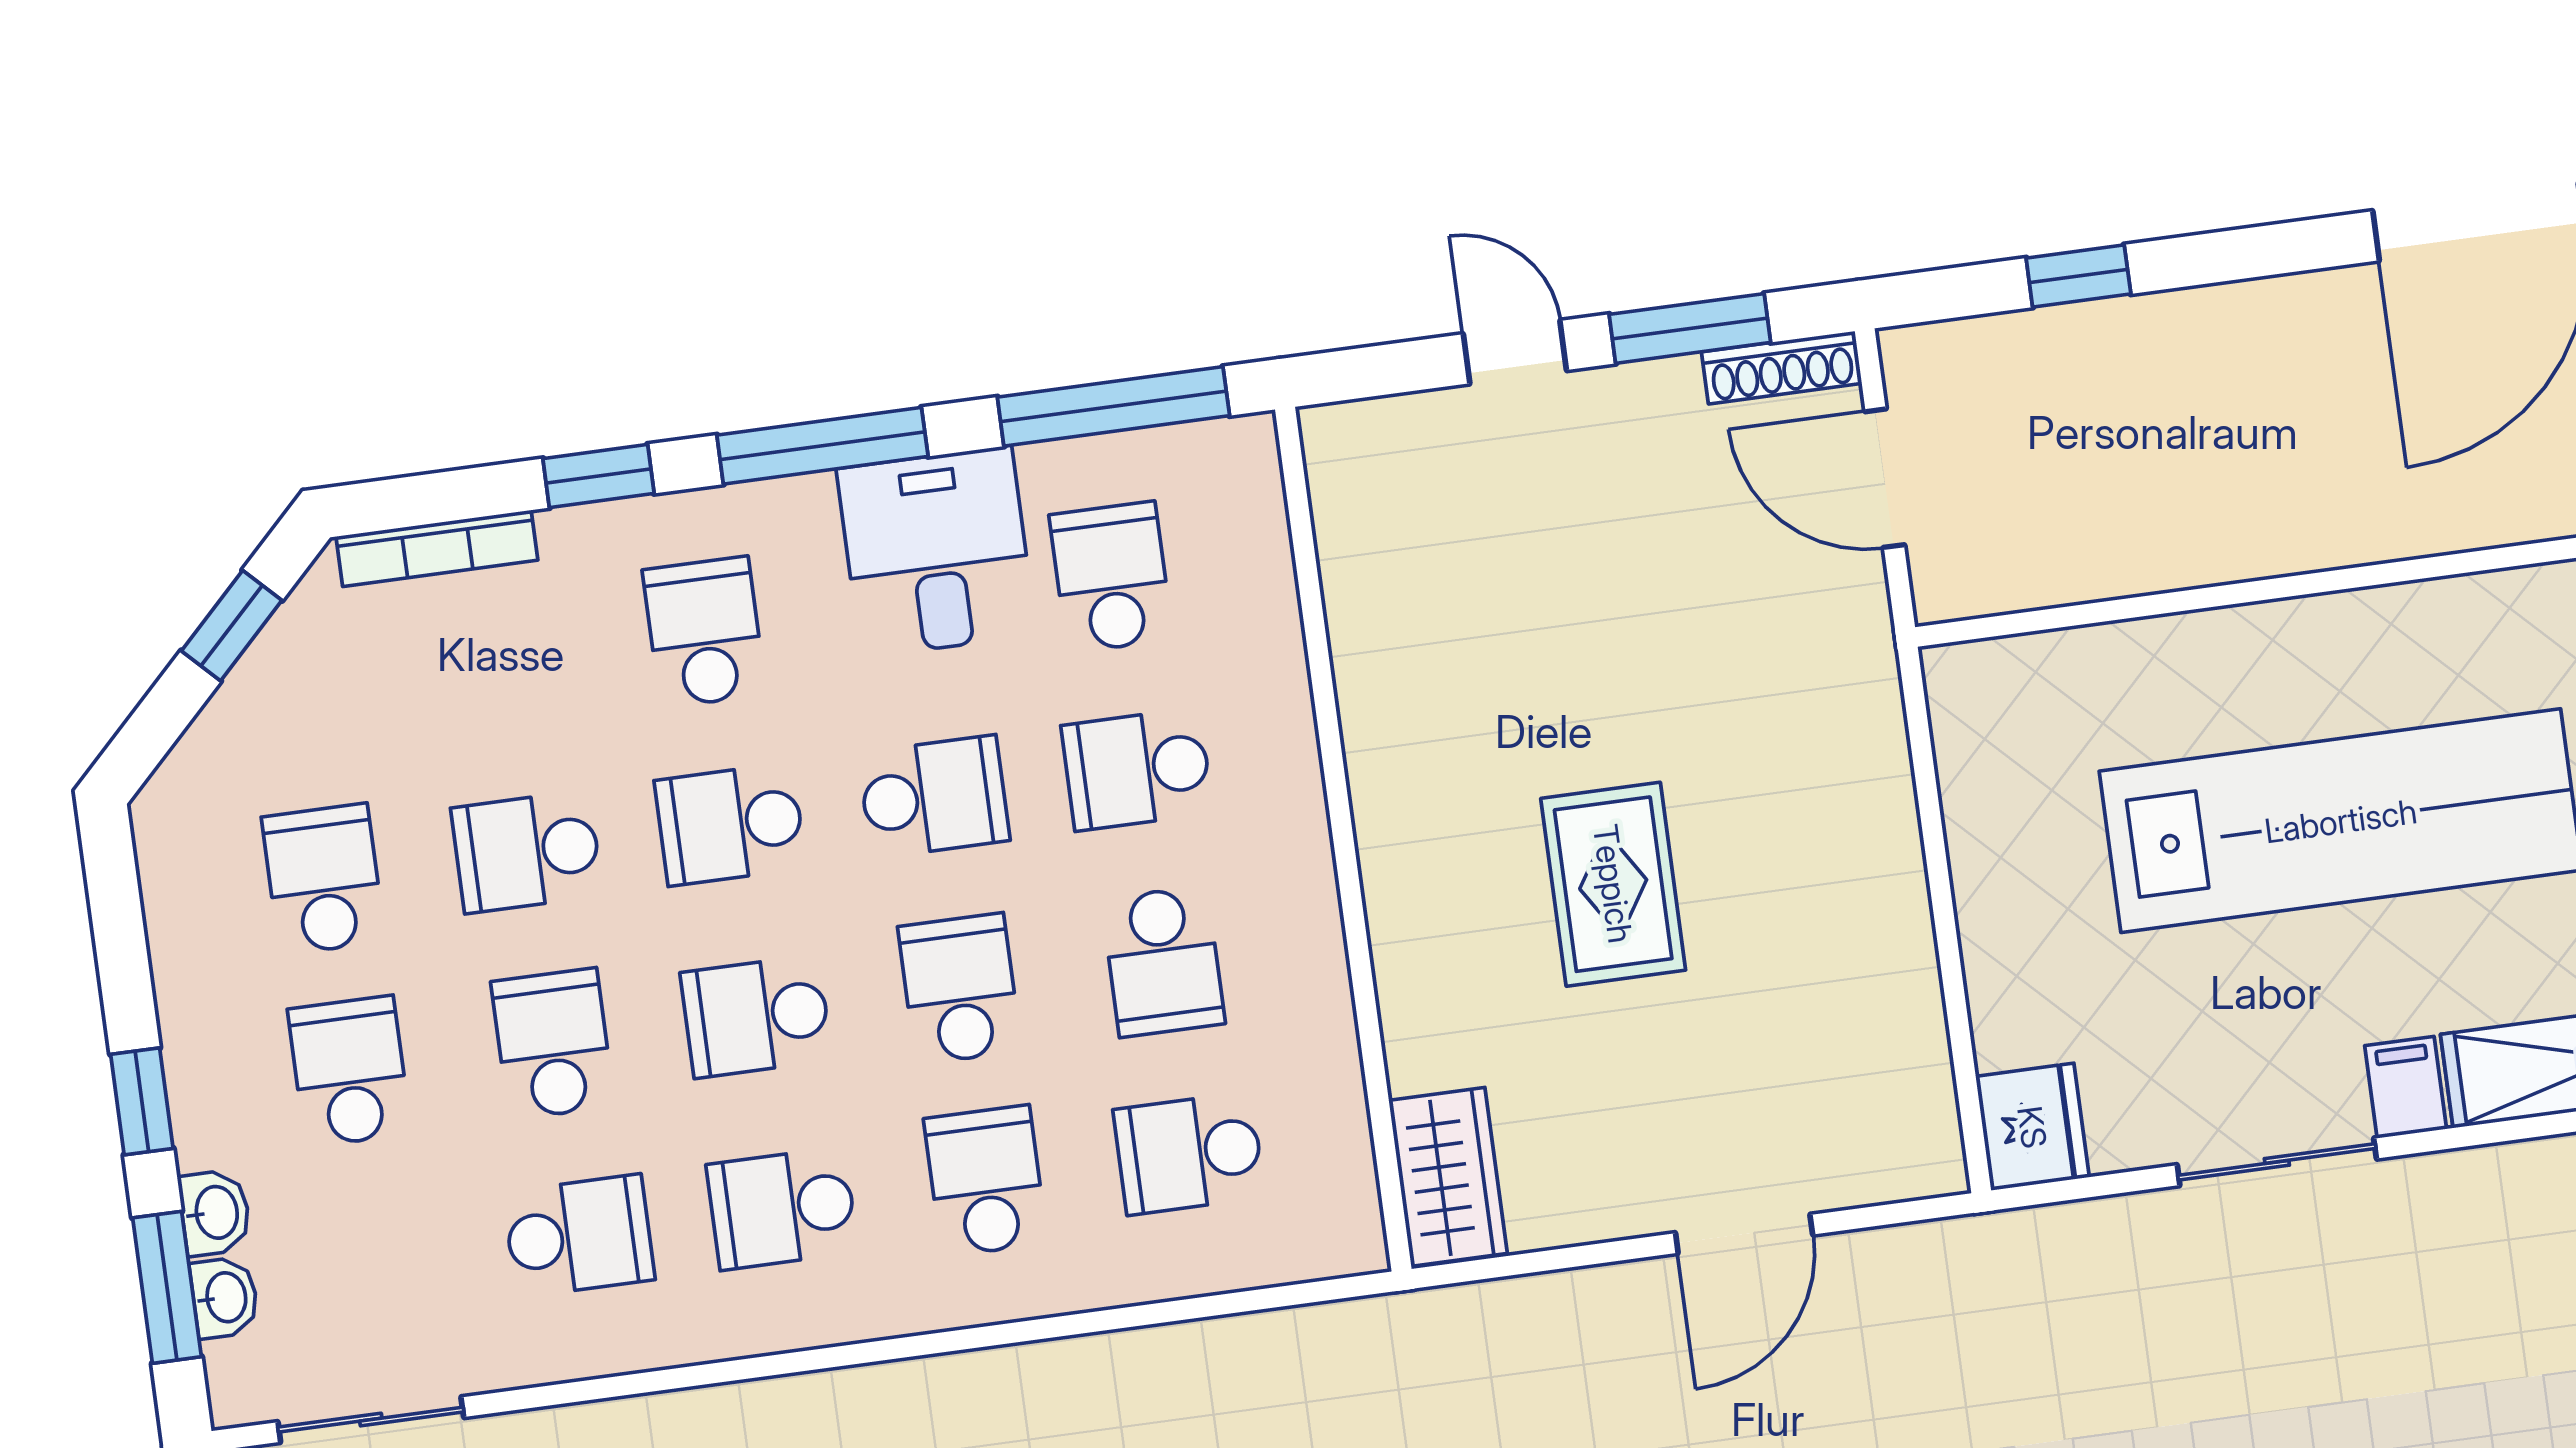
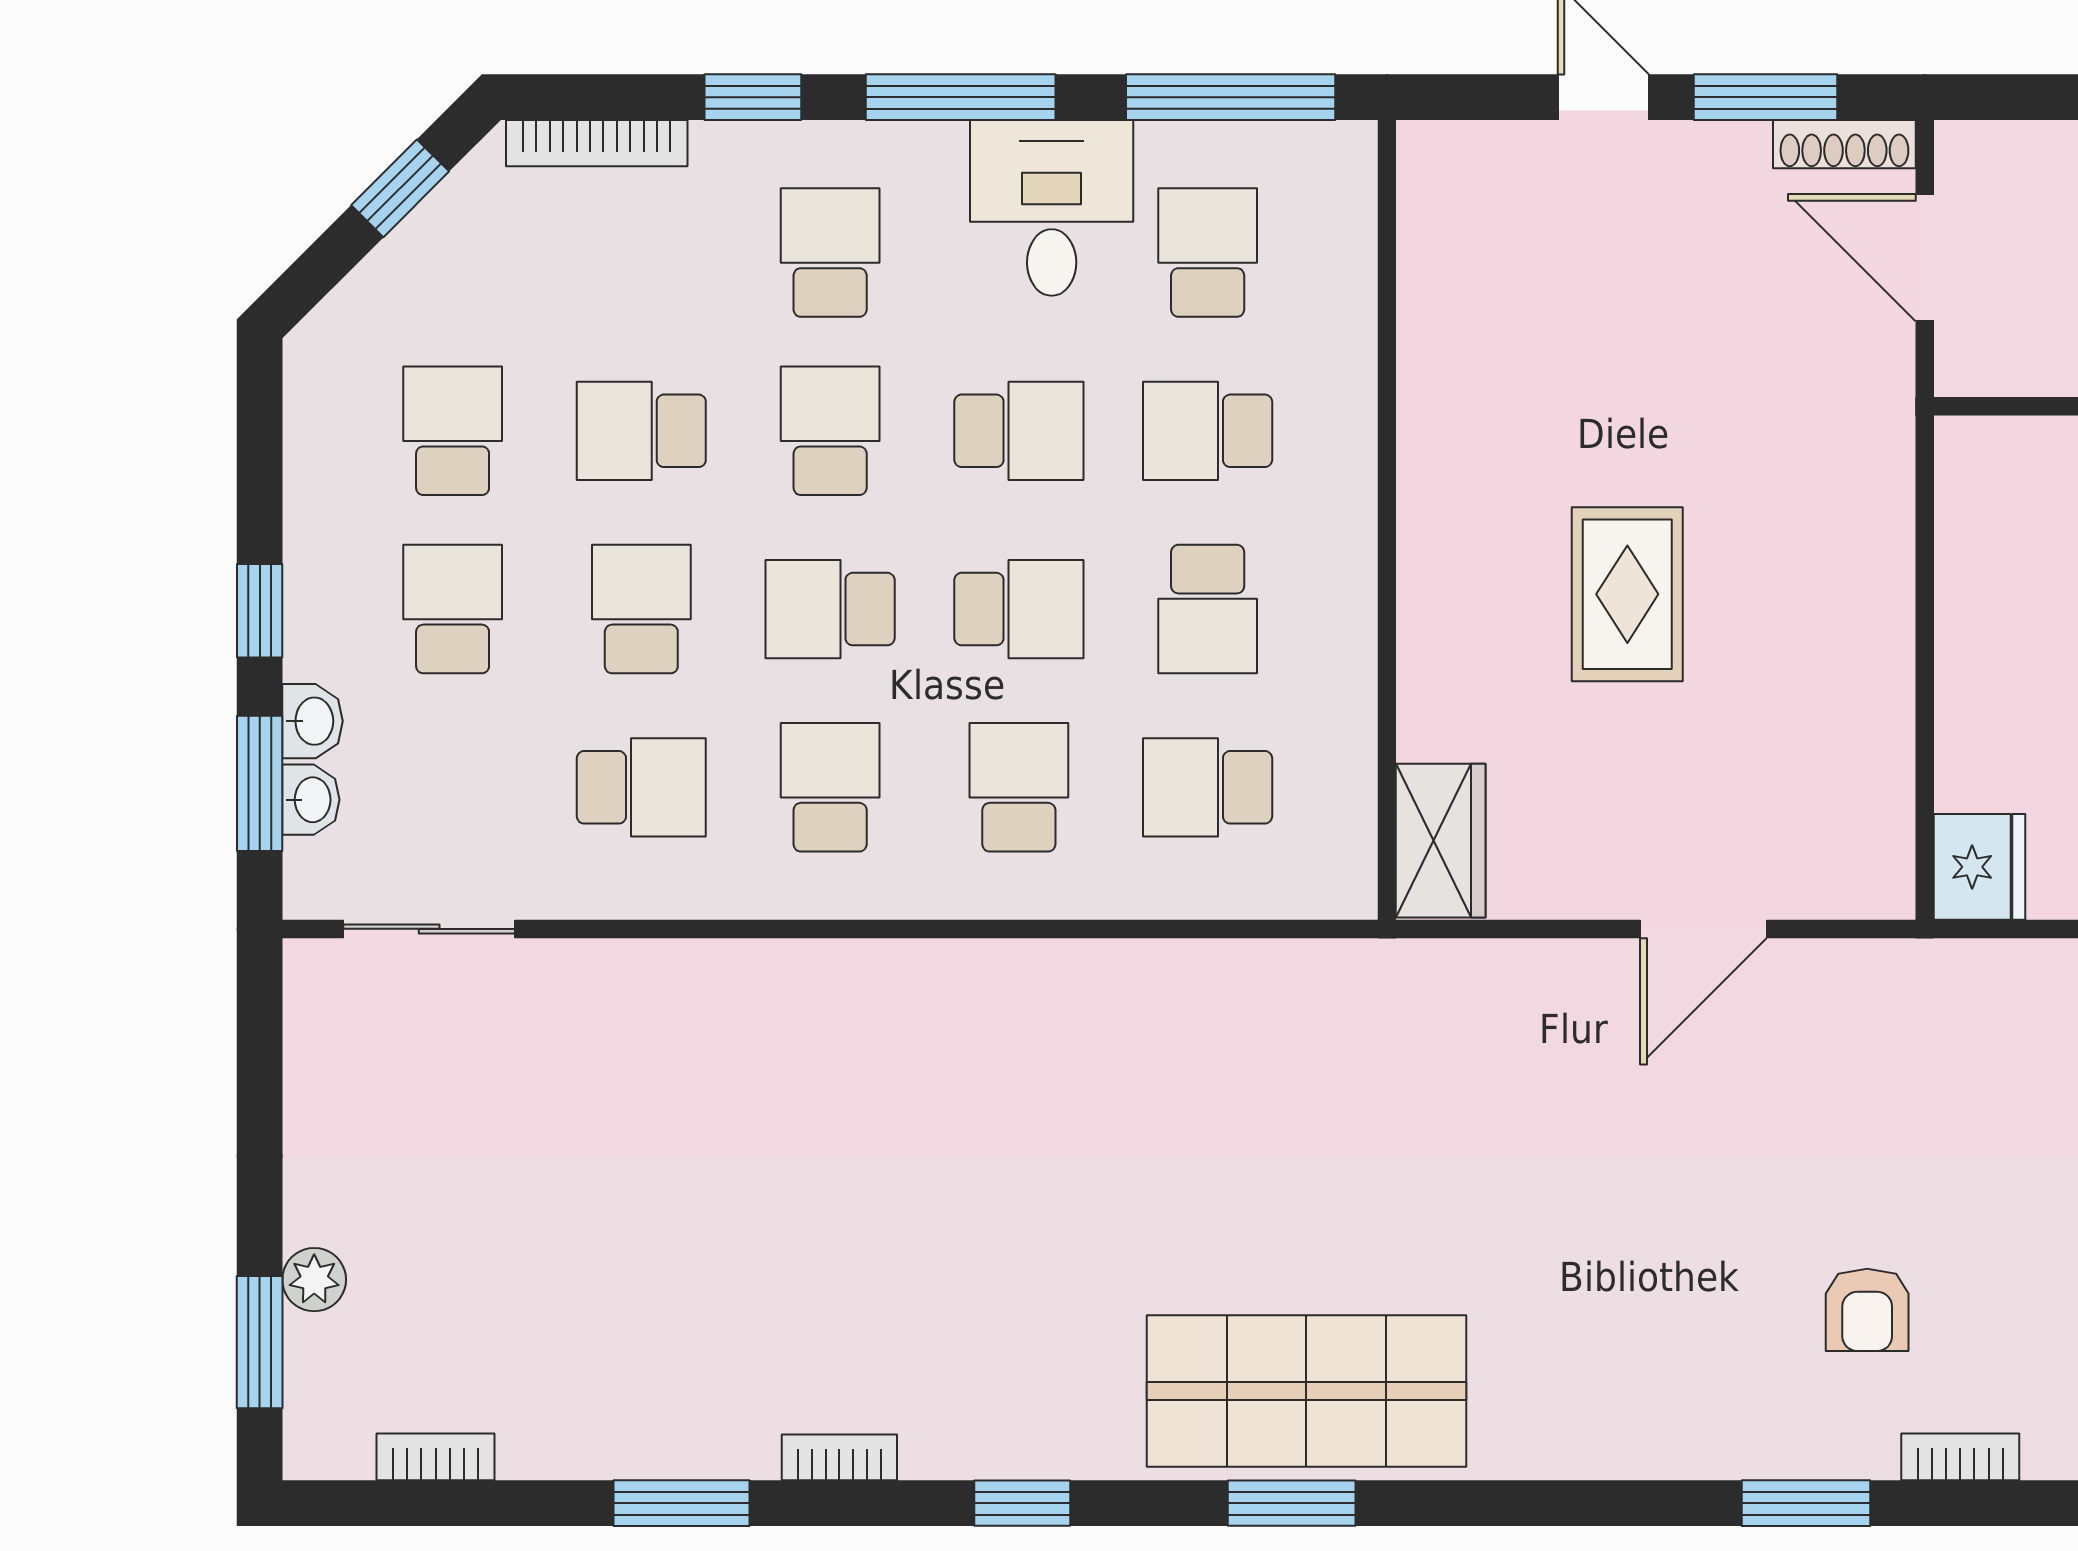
school desk: (730, 824) -> (830, 431), turned 90
school desk: (960, 989) -> (1019, 609), turned 90
school desk: (782, 1208) -> (830, 787), turned 90

